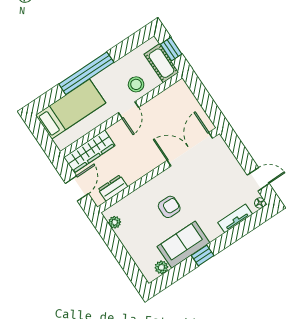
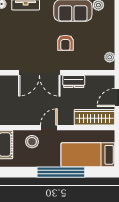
double door: (190, 149) -> (39, 73), moved
dresser: (113, 188) -> (74, 81), moved
armchair: (169, 207) -> (65, 43), turned -91

